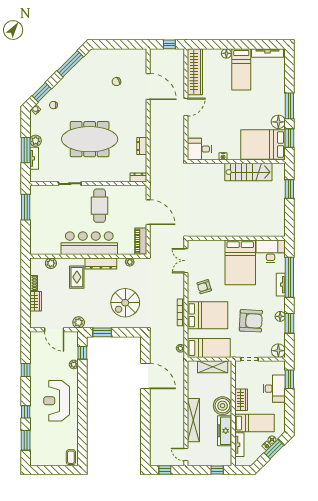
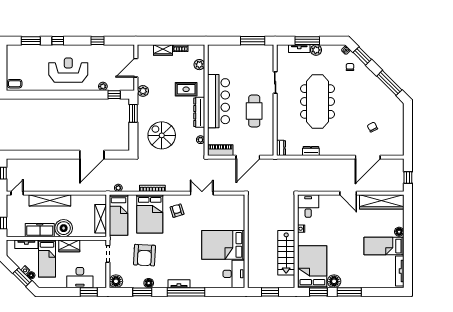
cafe table: (100, 206) -> (254, 111), turned 90
wall: (236, 238) -> (246, 241), moved
desk: (271, 251) -> (234, 274), moved
bed: (240, 262) -> (223, 245), moved

